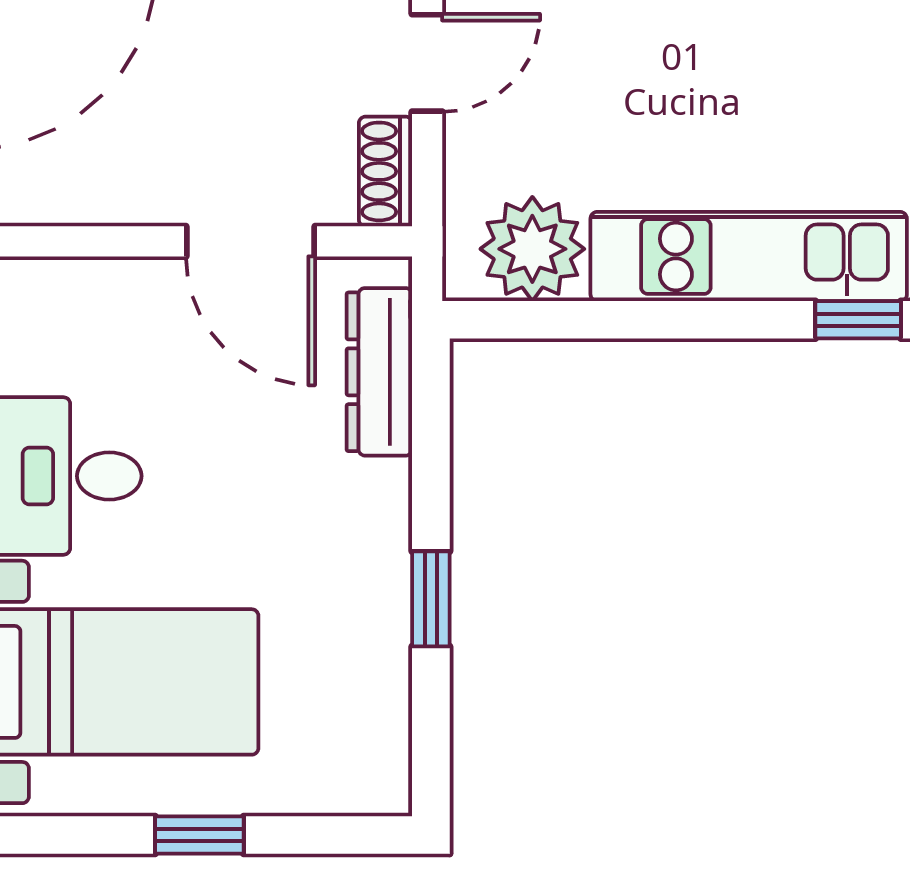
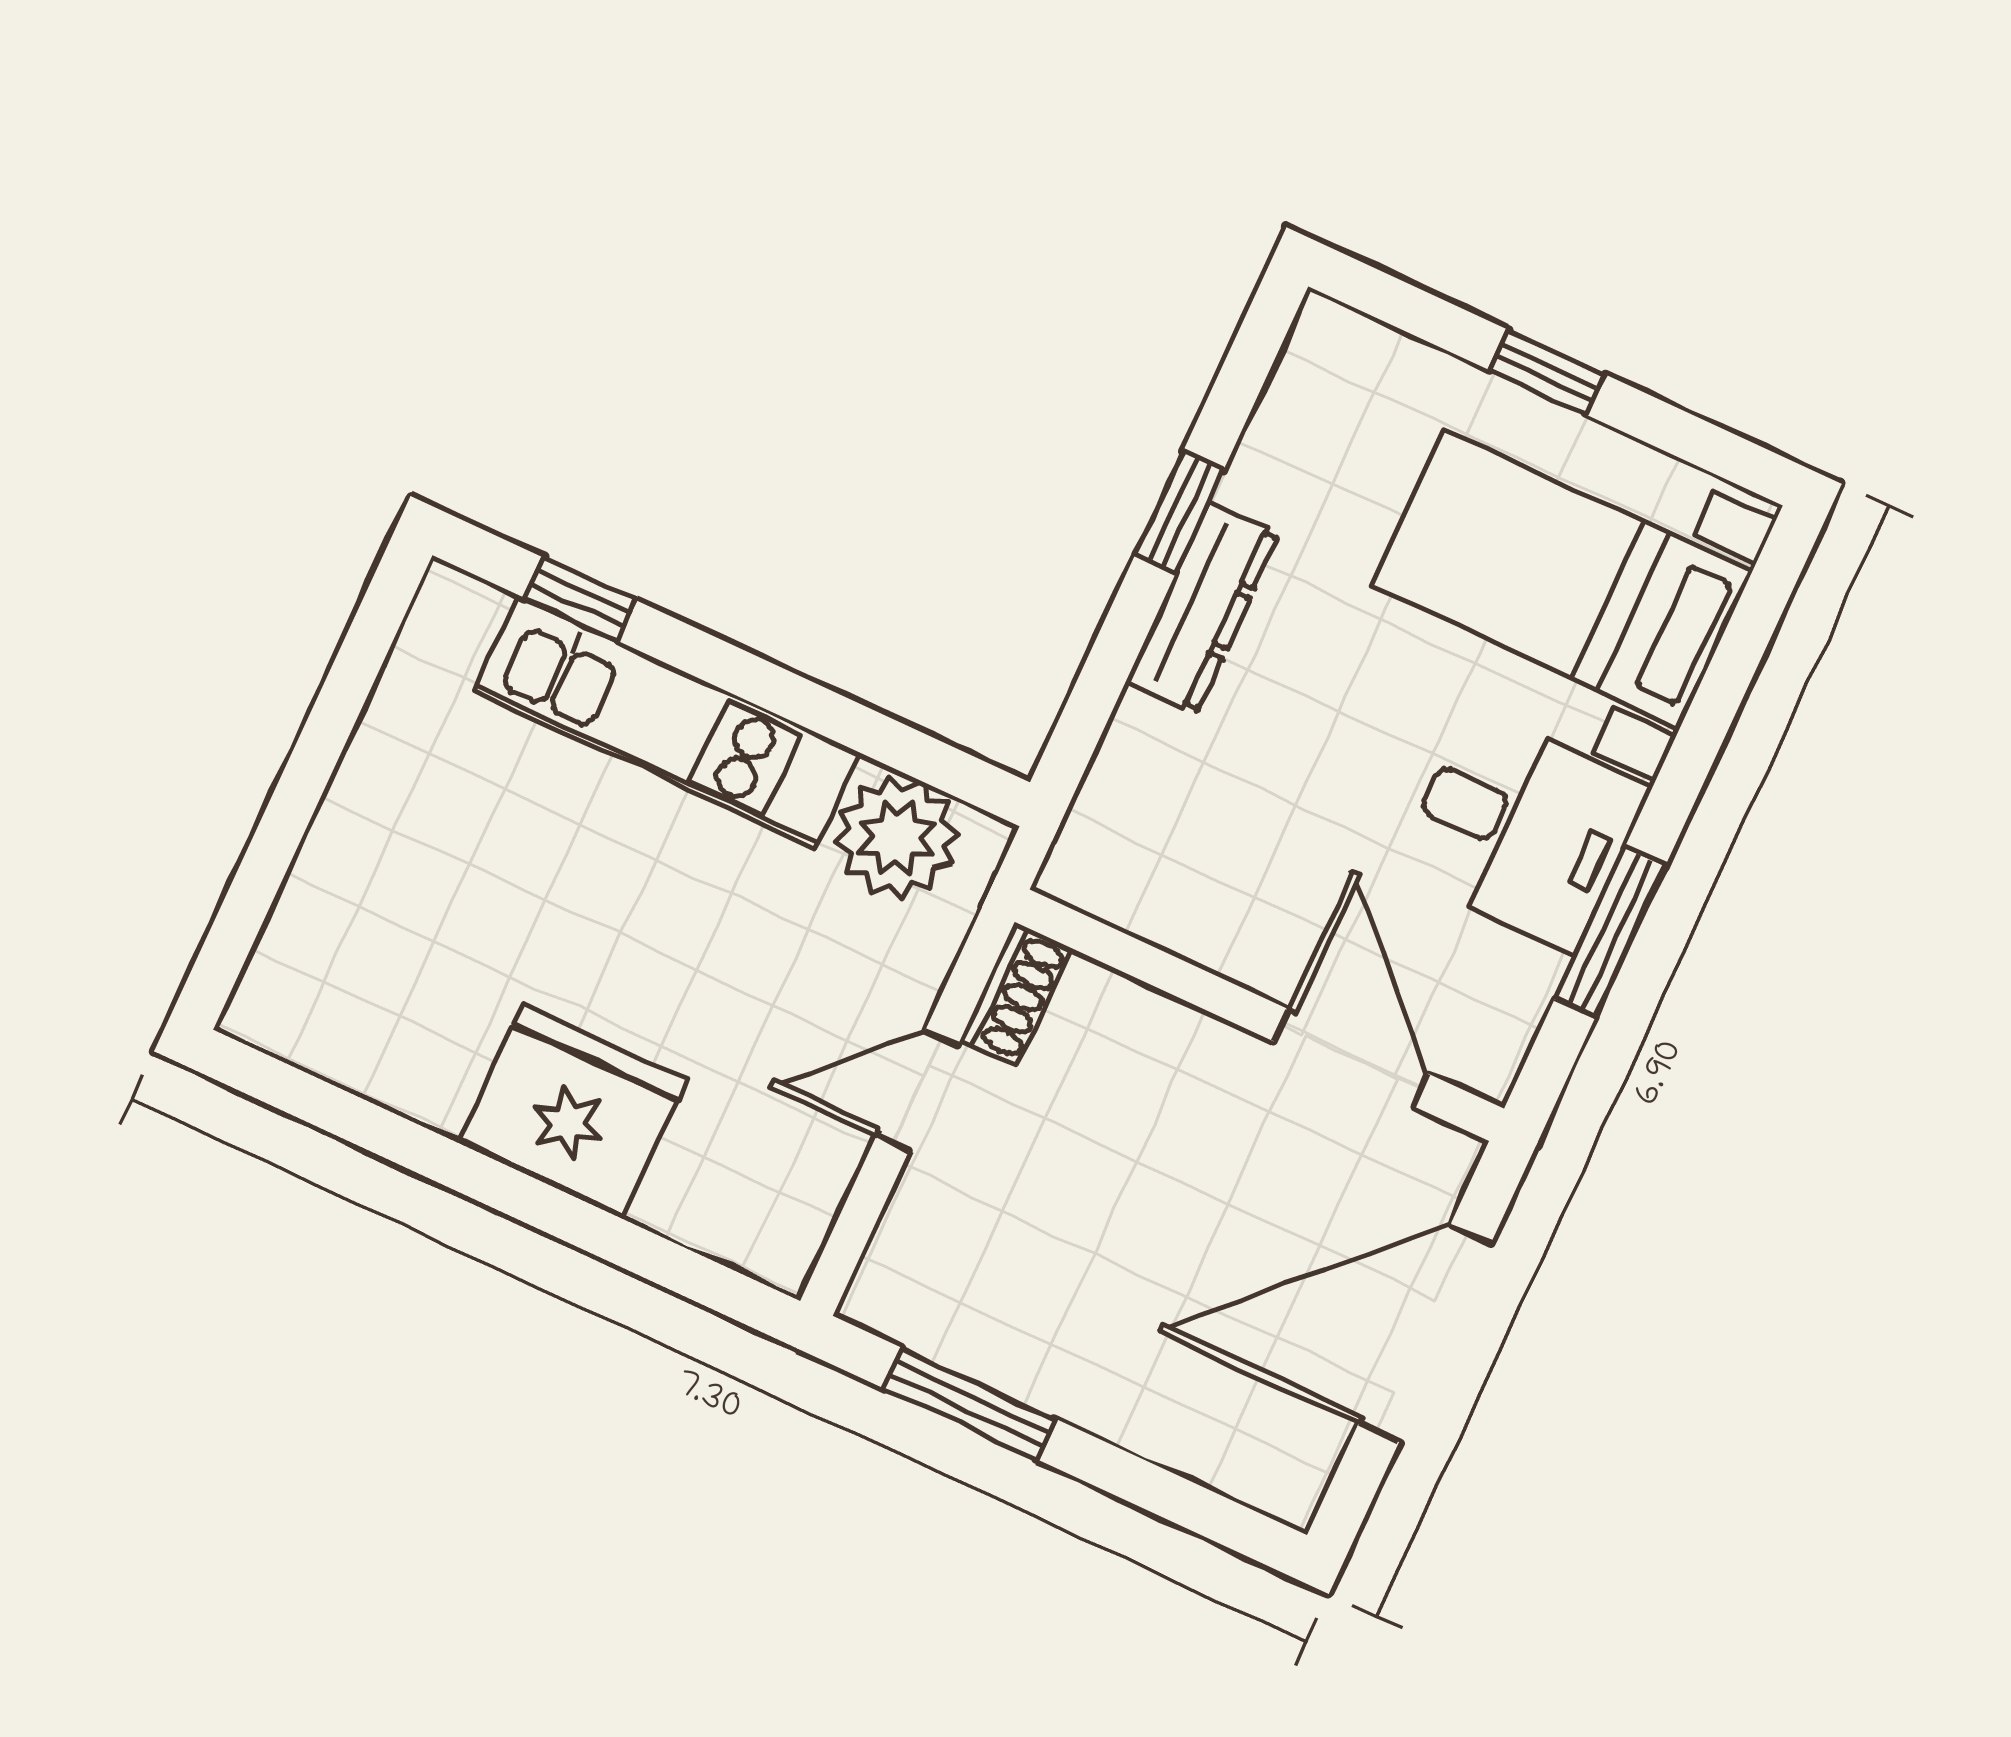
door: (251, 241) -> (1351, 1058), moved
dresser: (379, 372) -> (1203, 607), moved

